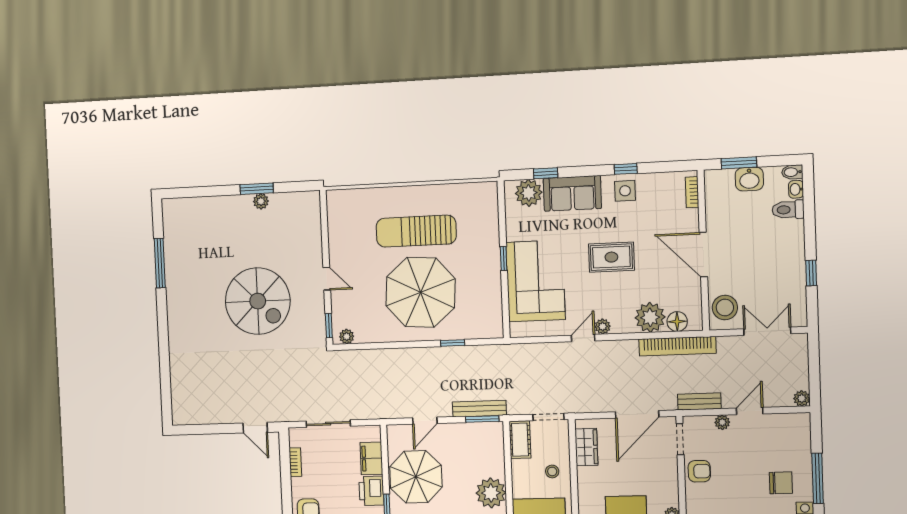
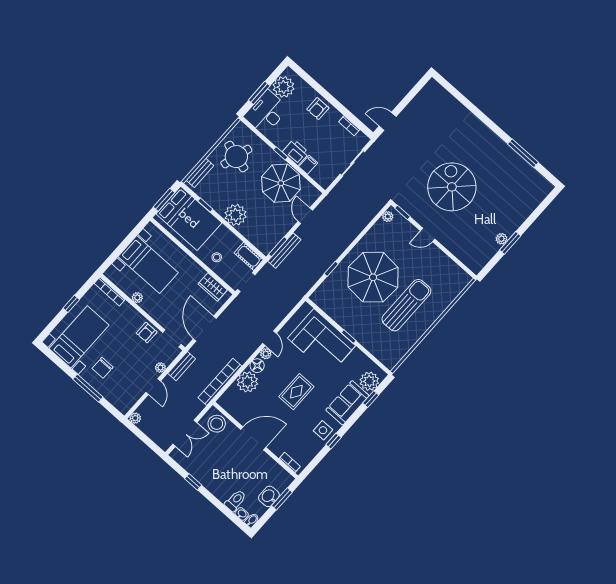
spiral stairs: (258, 301) -> (452, 187), turned 90
floor lamp: (677, 322) -> (257, 366), moved
filing cabinet: (371, 458) -> (308, 165), width x0.50

